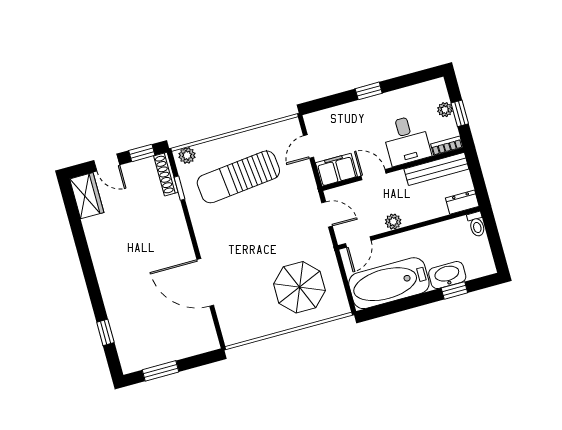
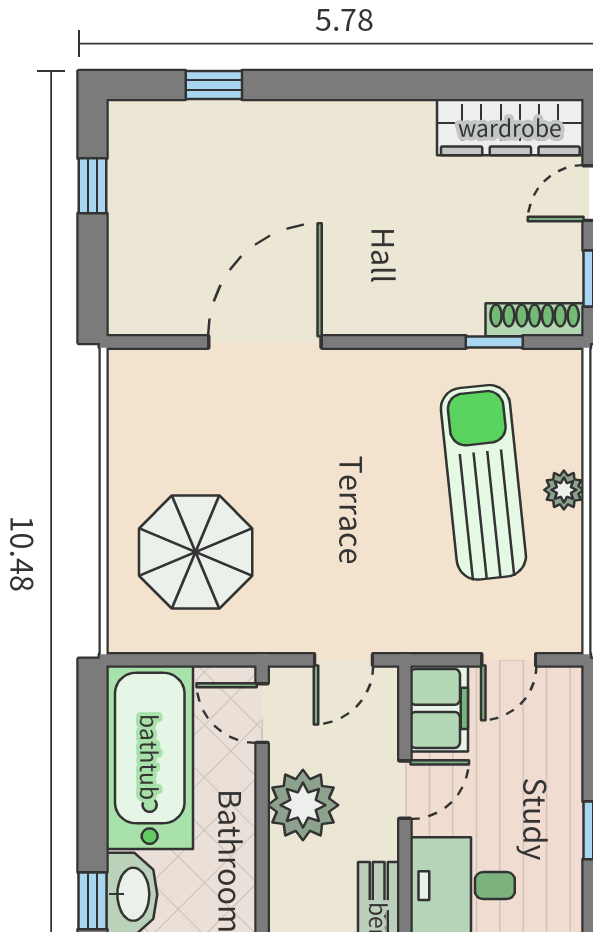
door: (309, 147) -> (509, 660), swing flipped
plant: (187, 155) -> (564, 490), moved
wardrobe: (87, 196) -> (510, 127), width x1.50
plant: (393, 222) -> (303, 805), width x1.88, depth x1.88
window: (160, 371) -> (93, 186), width x0.67

